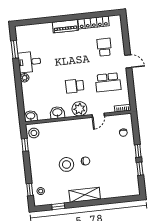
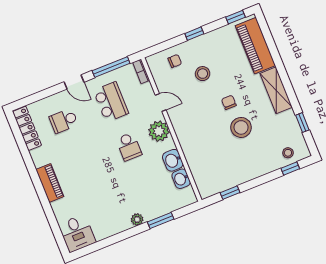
locker: (94, 23) -> (27, 128), moved
window: (15, 49) -> (161, 221), moved
door: (128, 61) -> (74, 82), swing flipped
desk: (29, 62) -> (77, 233), moved
window: (131, 89) -> (111, 67), added
washbasin: (31, 116) -> (181, 179), moved
stool: (34, 133) -> (203, 74), moved
window: (140, 169) -> (235, 17), moved
piano: (118, 189) -> (255, 46), added

